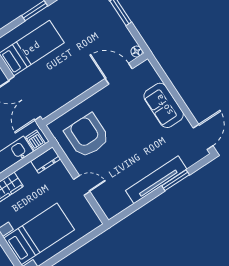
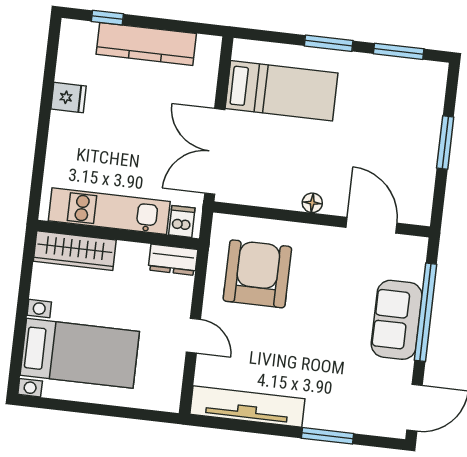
floor lamp: (137, 52) -> (312, 203), moved
window: (173, 92) -> (426, 312), added
tv unit: (156, 180) -> (247, 407), moved

